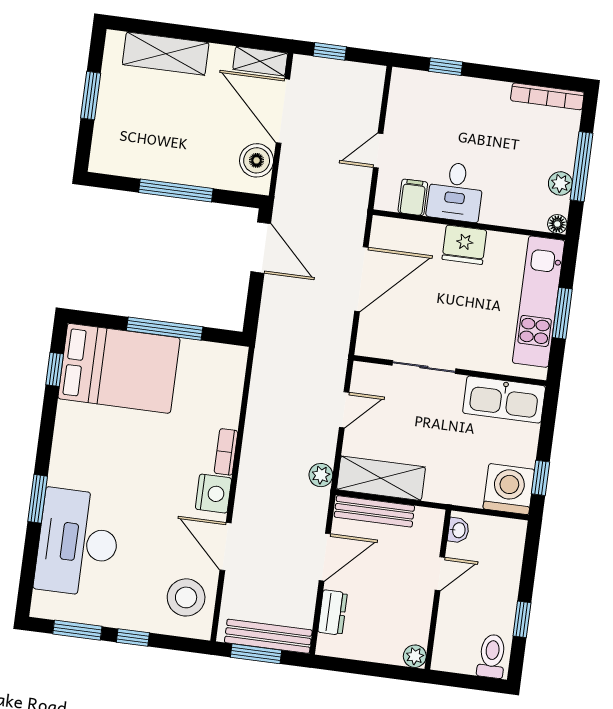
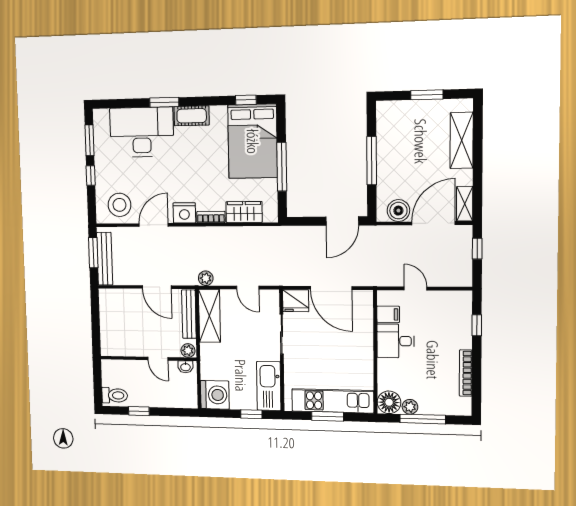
bookcase: (547, 96) -> (466, 373), moved
floor lamp: (557, 224) -> (389, 402), width x1.89, depth x1.89
fridge: (464, 245) -> (296, 301), moved, turned -90
wardrobe: (226, 398) -> (244, 212), added
cot: (65, 458) -> (192, 116), added
window: (541, 478) -> (251, 414), moved
dresser: (333, 612) -> (125, 296), removed
plant: (415, 656) -> (188, 351), moved

